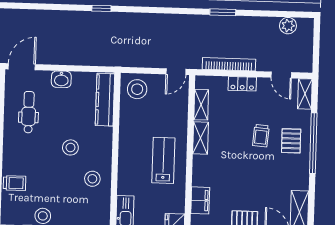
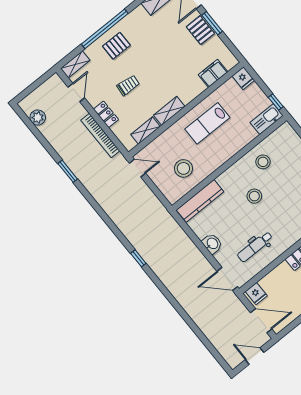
stool: (137, 89) -> (183, 168), moved
trolley: (261, 136) -> (128, 85), moved

